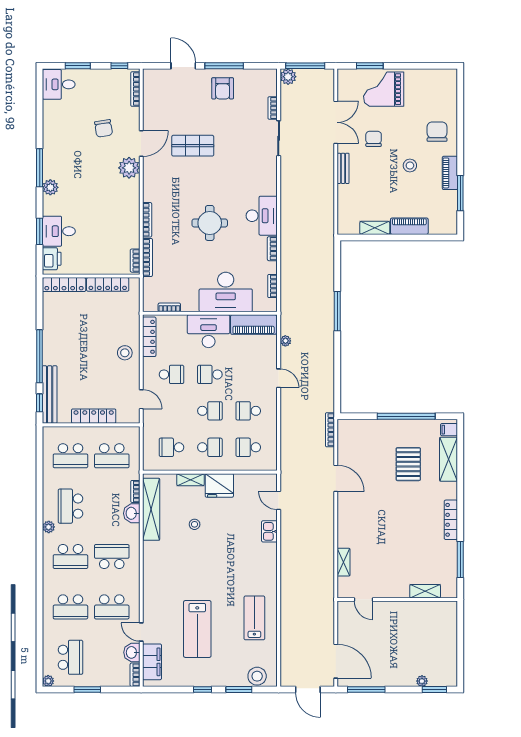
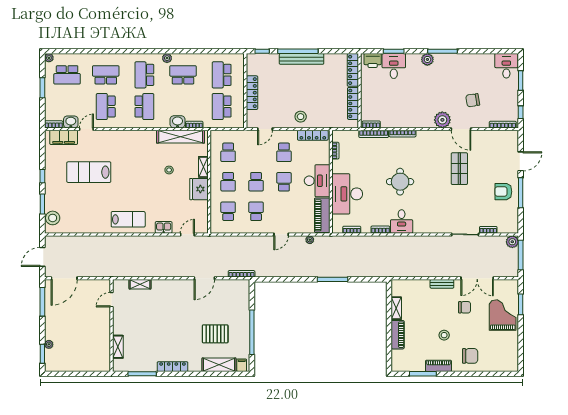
desk: (262, 216) -> (402, 221), width x0.73
bench: (50, 395) -> (302, 59), moved
school desk: (171, 447) -> (228, 152), turned 180
school desk: (70, 607) -> (106, 75), turned 90
lab bench: (254, 618) -> (128, 219), moved

